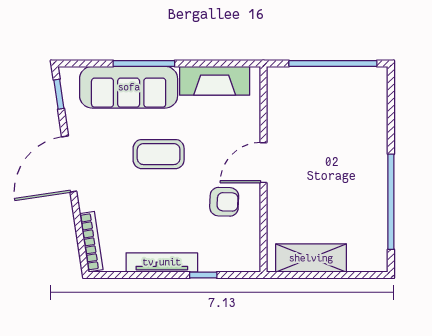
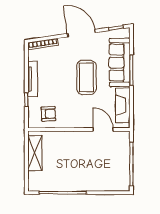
coffee table: (159, 154) -> (86, 77), width x1.36, depth x1.32
door: (263, 163) -> (103, 129), moved
armchair: (224, 202) -> (48, 114), moved, turned -95

